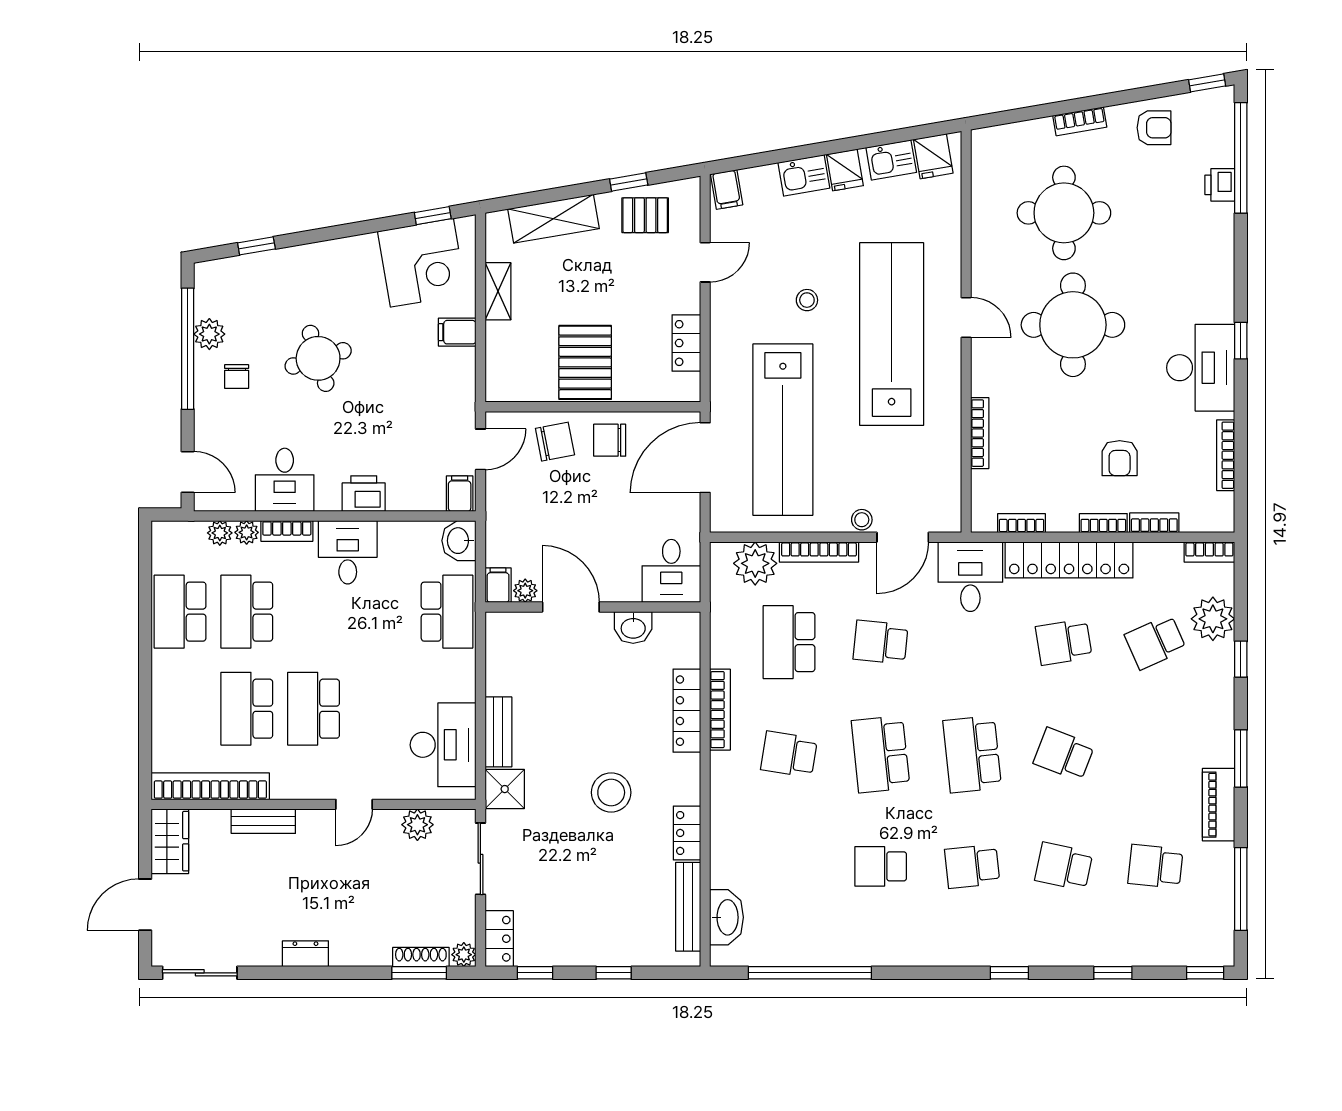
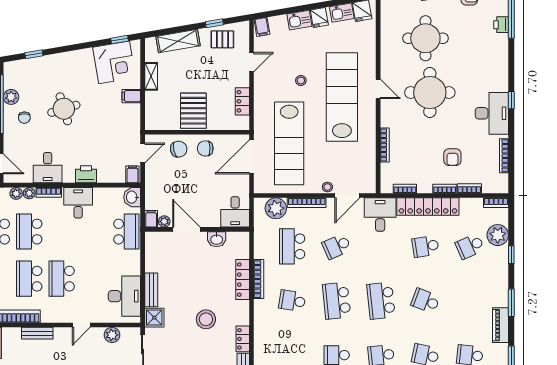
school desk: (881, 642) -> (337, 246), turned -30

